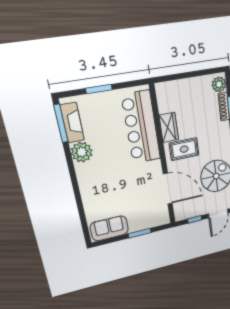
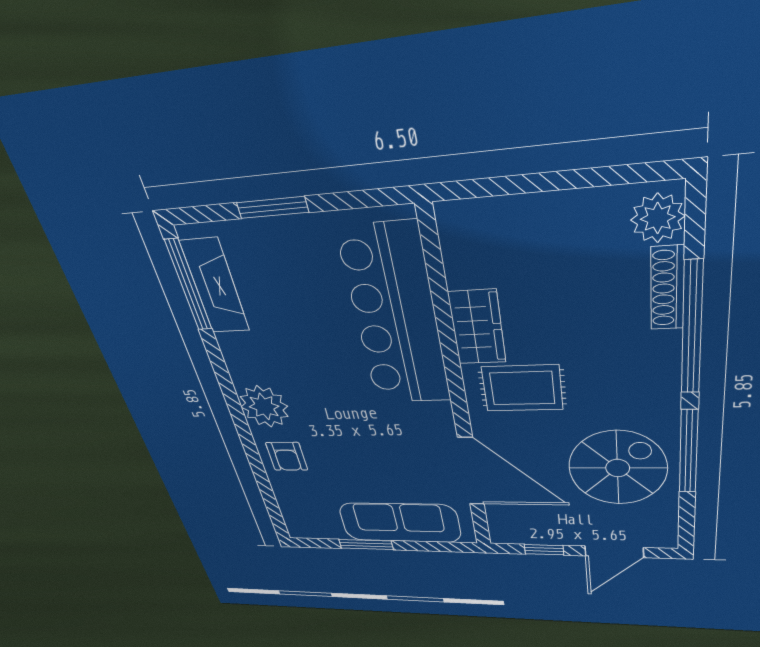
plant: (82, 152) -> (264, 407), moved
armchair: (94, 198) -> (287, 456), added
sofa: (109, 228) -> (400, 523), moved, width x1.36
window: (140, 233) -> (366, 544), moved

